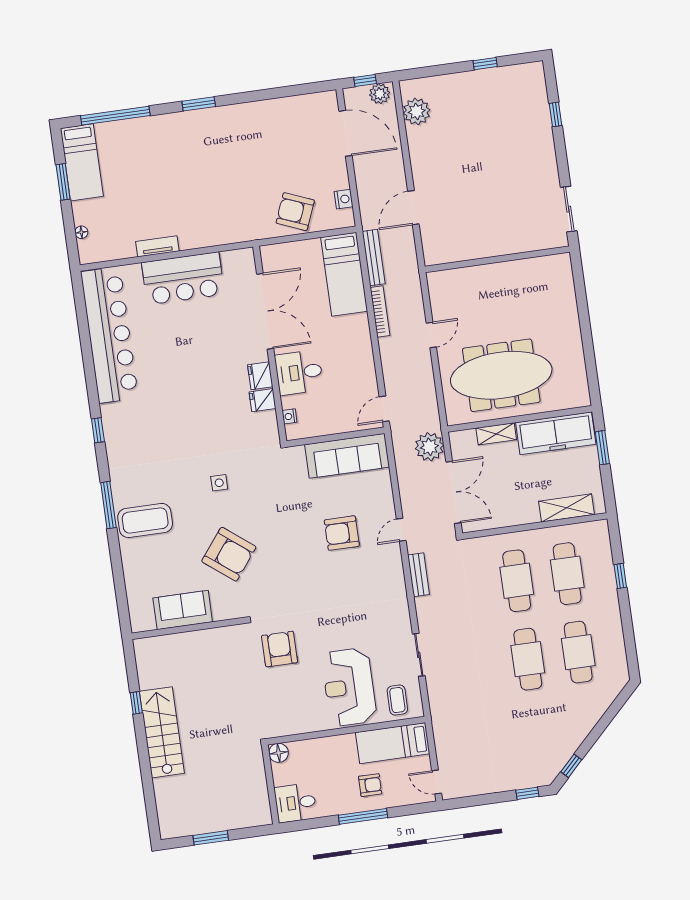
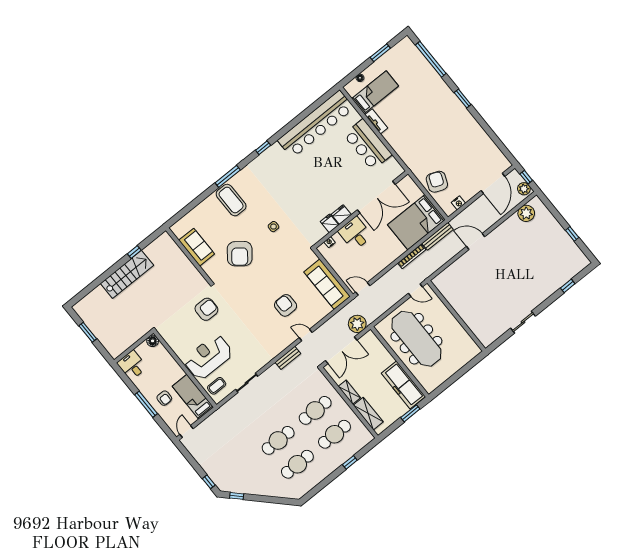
bed: (82, 162) -> (375, 92), moved, turned 180
wall: (497, 259) -> (456, 316), moved
bed: (344, 274) -> (416, 222), width x1.50
shelving: (496, 434) -> (349, 392), moved

